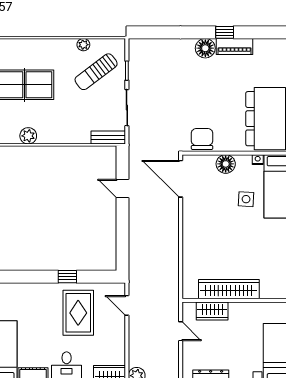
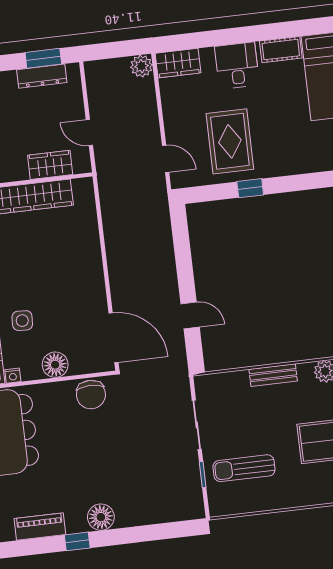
plant: (83, 45) -> (265, 503), removed
piano: (234, 47) -> (40, 527), moved
sun lounger: (96, 72) -> (244, 468), turned -143
bench: (108, 138) -> (273, 375), moved

